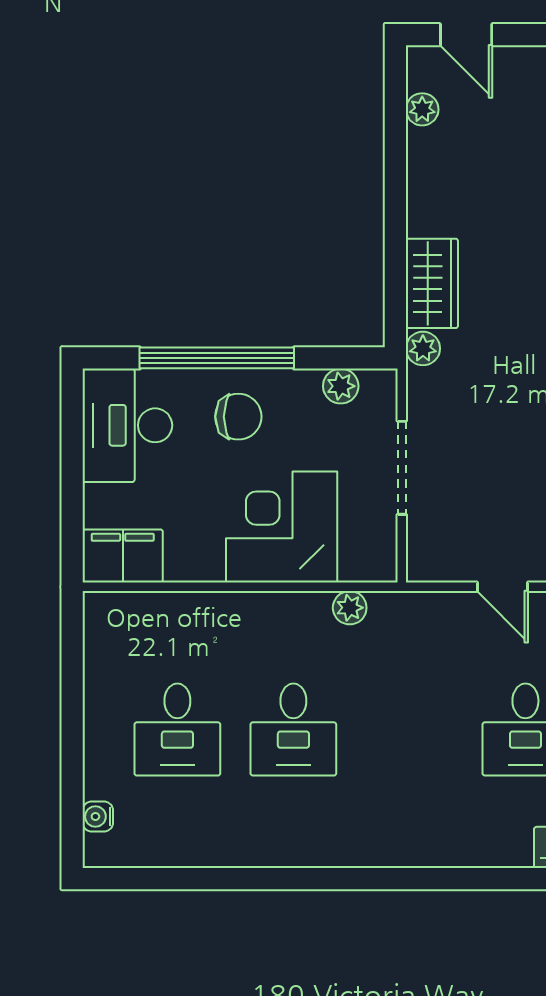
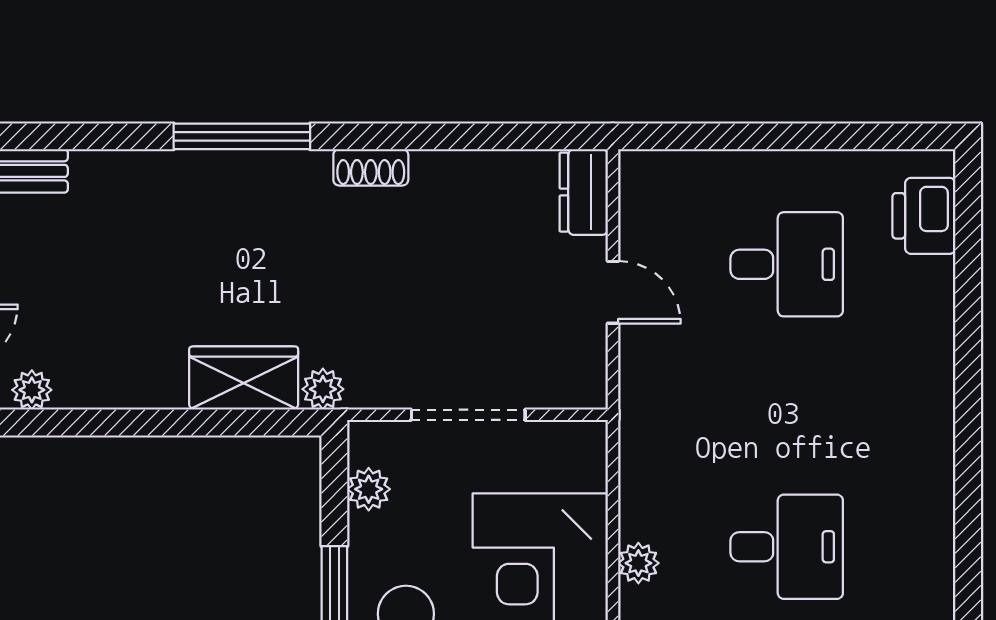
door: (502, 587) -> (613, 292), hinge flipped
plant: (350, 608) -> (638, 563), moved

